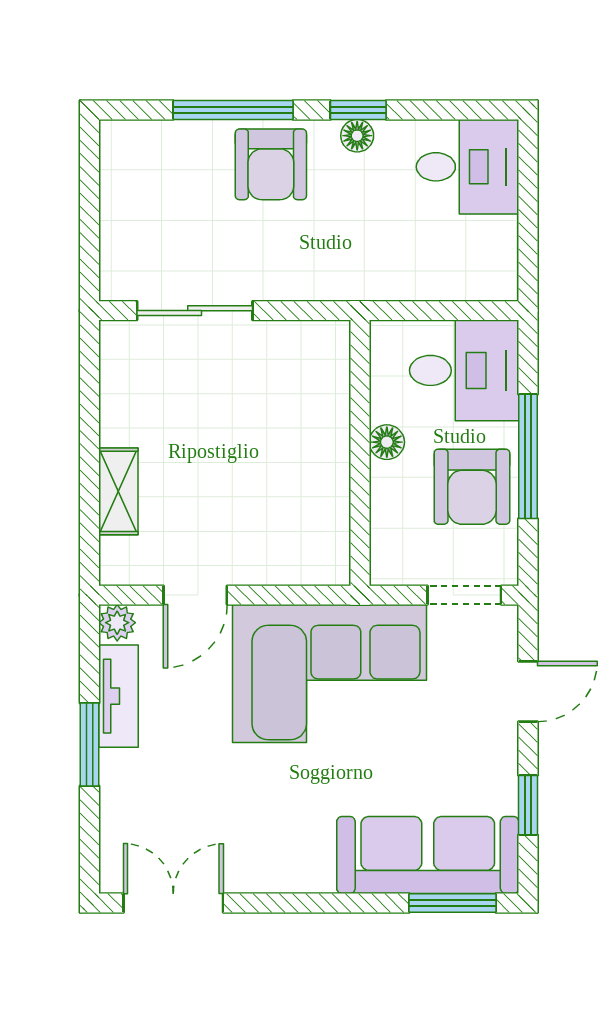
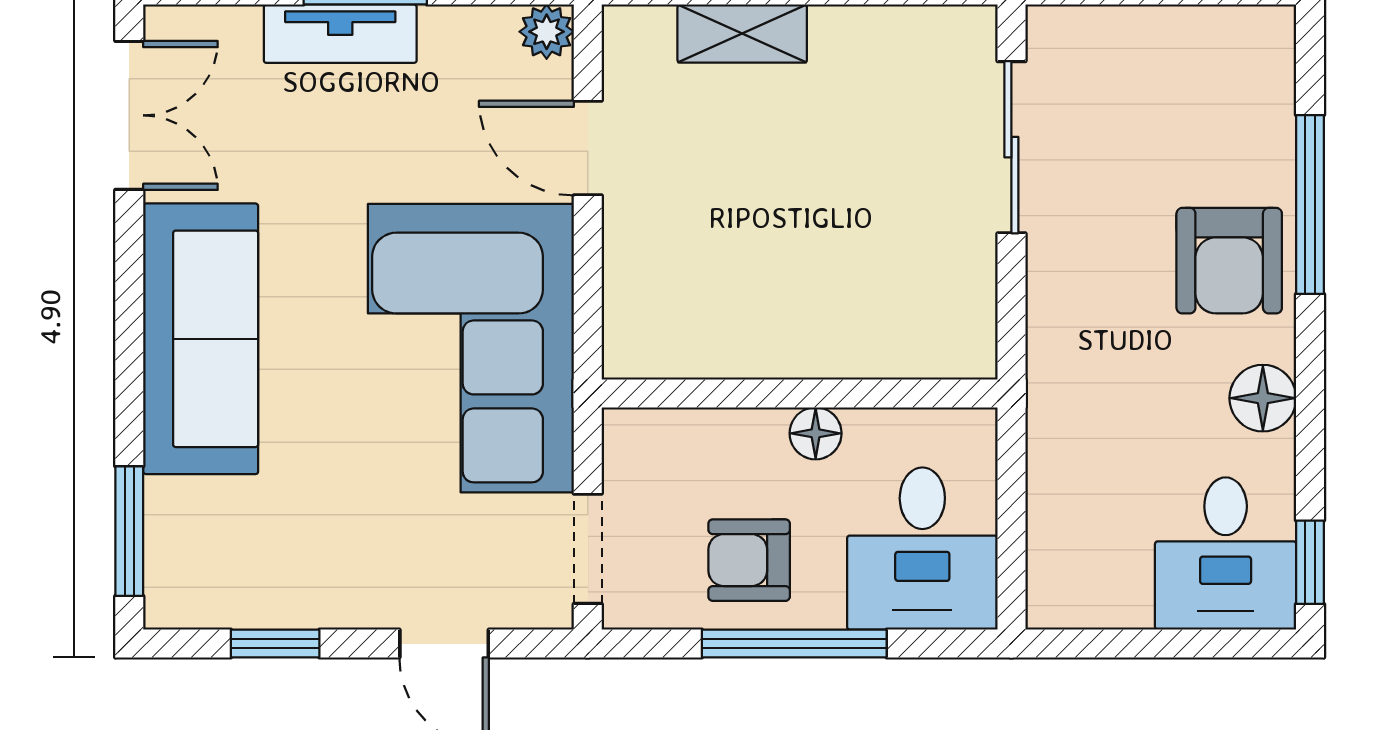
window: (358, 110) -> (1310, 562), moved
floor lamp: (357, 136) -> (1263, 398), width x1.37, depth x1.37
armchair: (271, 164) -> (1229, 261), turned -90
armchair: (472, 487) -> (749, 560), width x0.72, depth x0.72
tv unit: (118, 696) -> (340, 34), moved
sofa: (428, 855) -> (201, 339), moved

